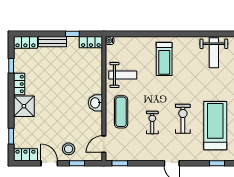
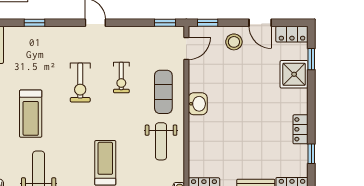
weight bench: (123, 75) -> (161, 141), turned -90
shower: (24, 106) -> (294, 74), moved
treadmill: (215, 126) -> (31, 114), moved, width x0.73, depth x0.73
window: (77, 163) -> (208, 23), moved

